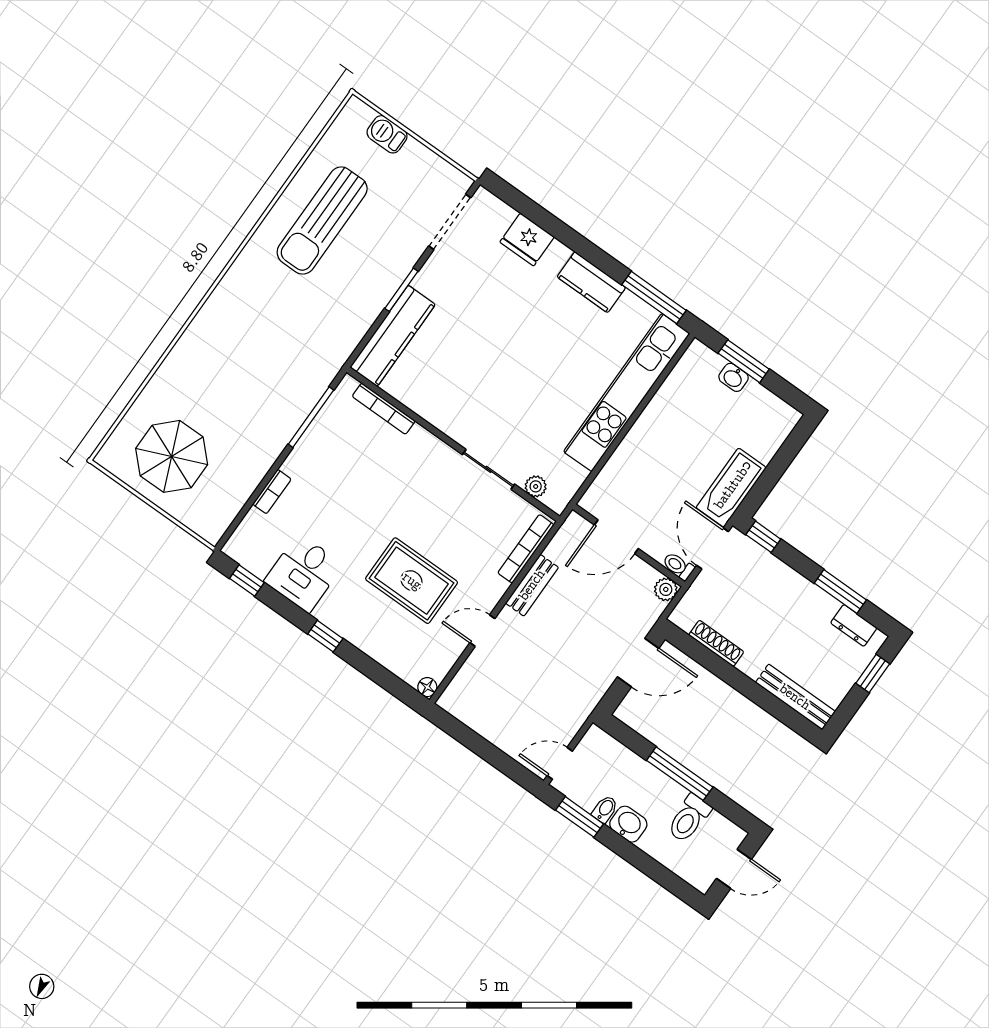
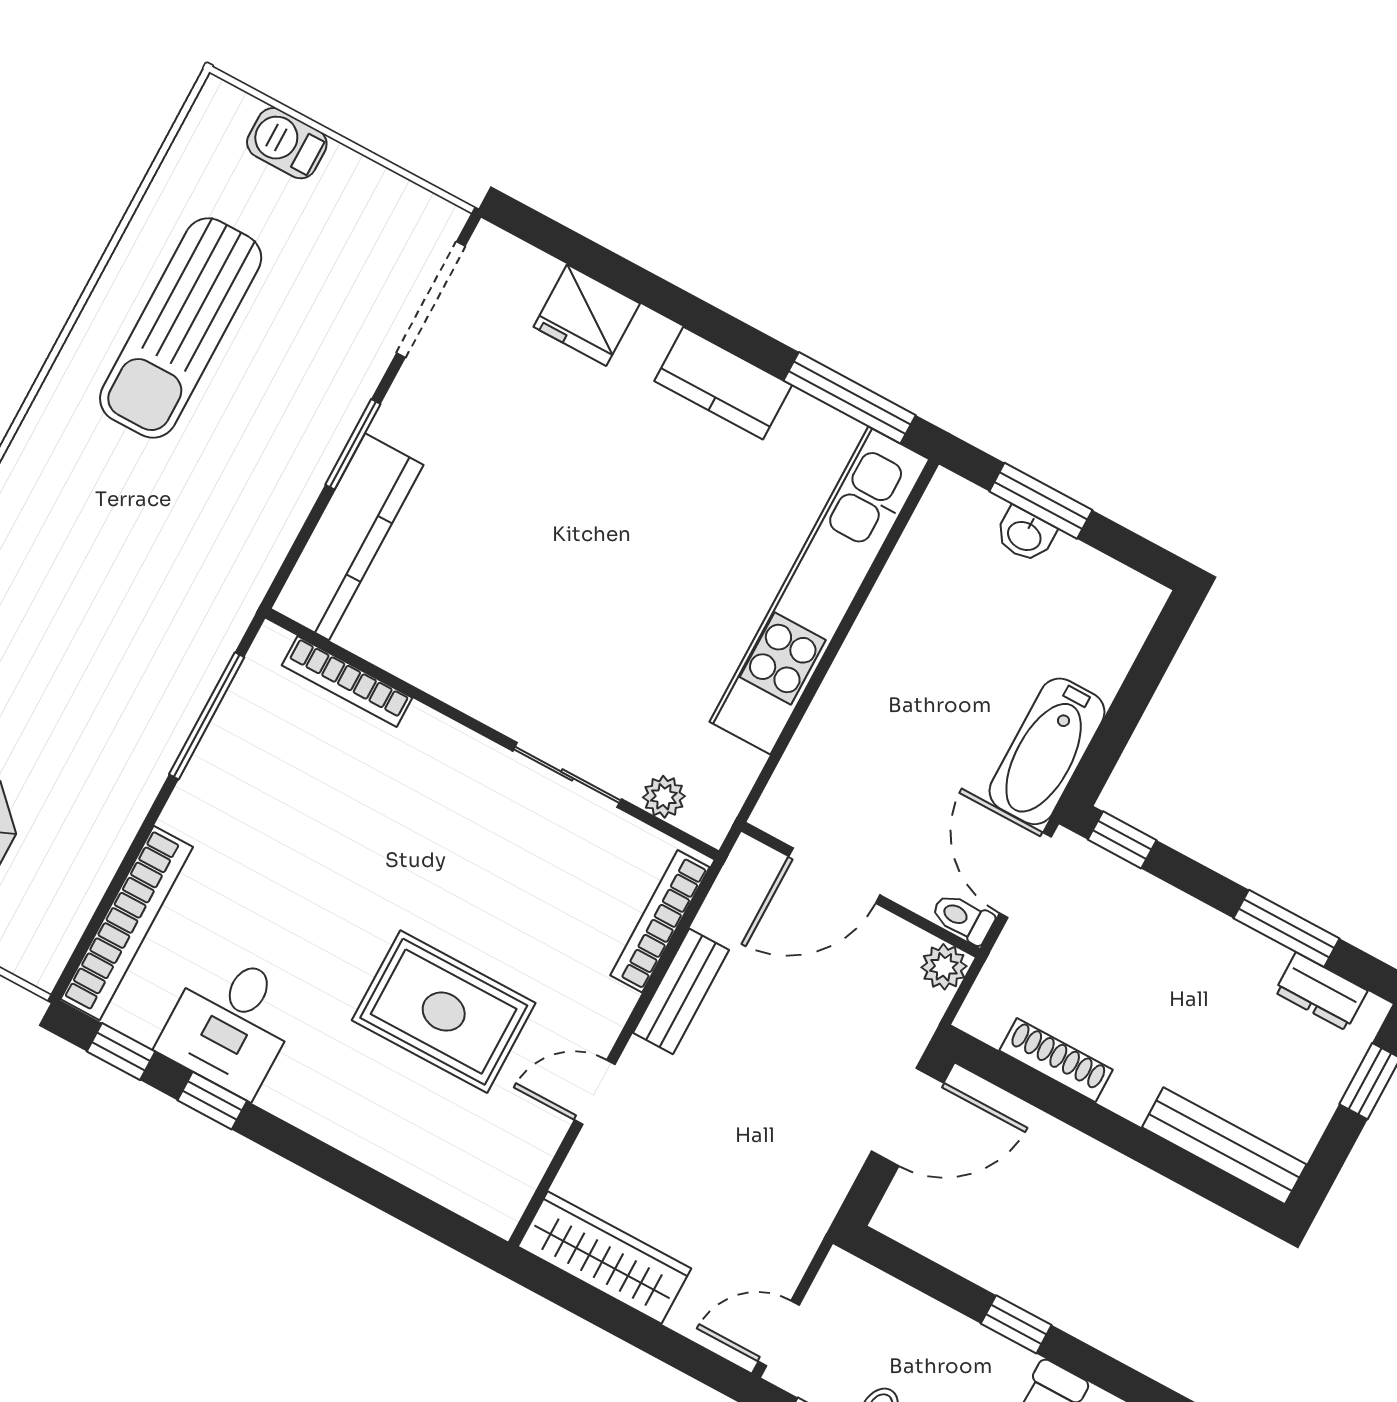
bookcase: (272, 492) -> (127, 923), width x2.31, depth x1.31
window: (325, 636) -> (212, 1101), moved
floor lamp: (427, 687) -> (501, 1216), removed
wardrobe: (477, 714) -> (605, 1258), added
window: (680, 774) -> (1016, 1324), width x0.46

